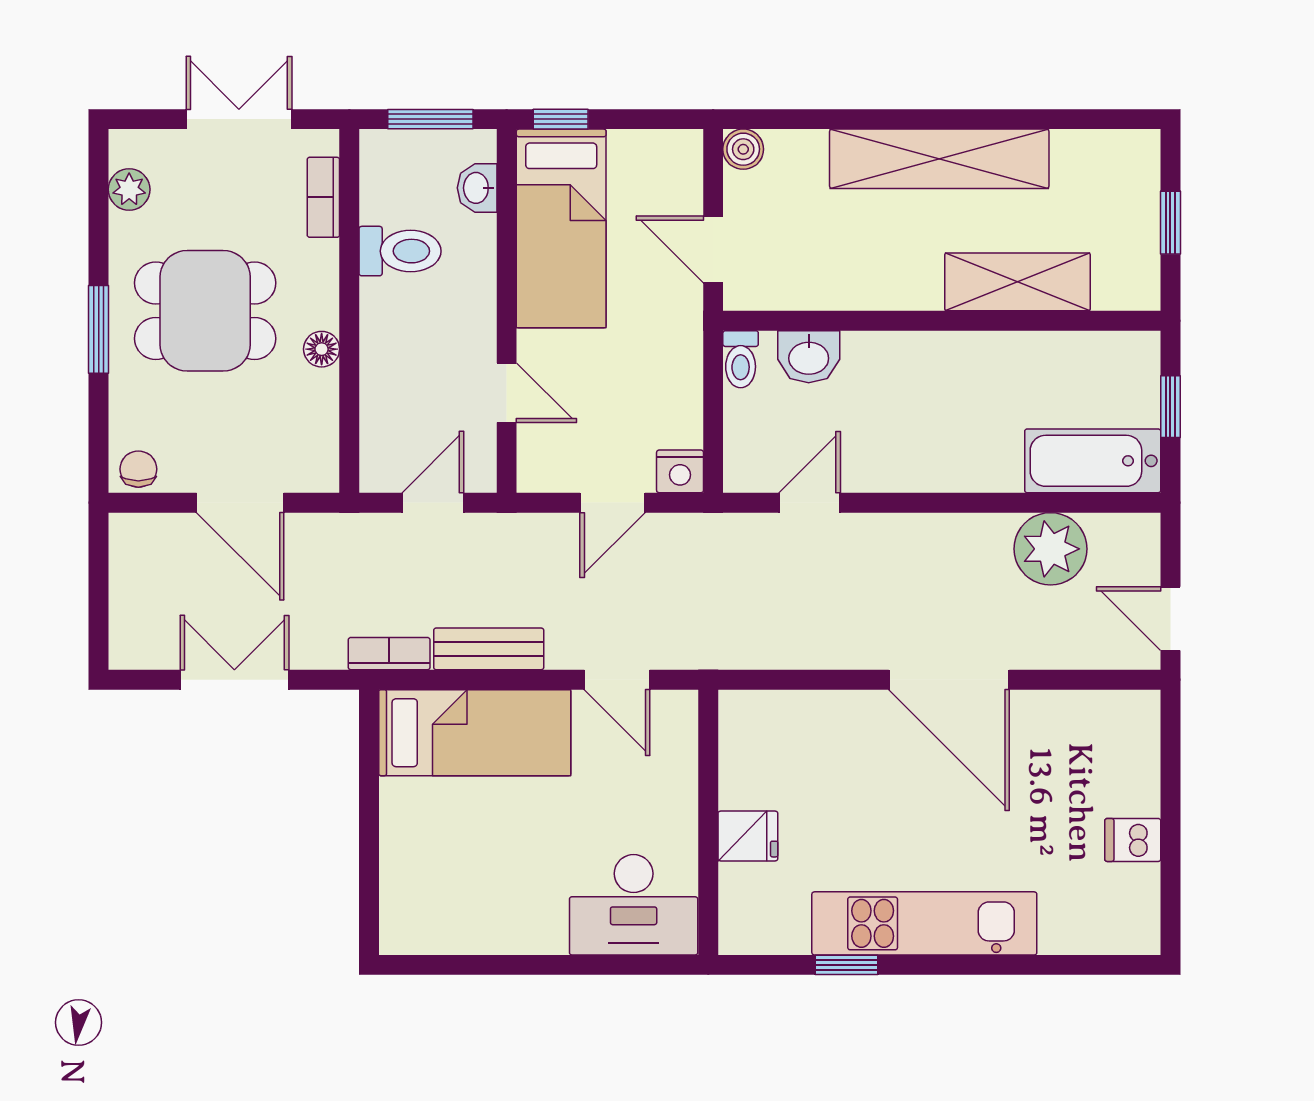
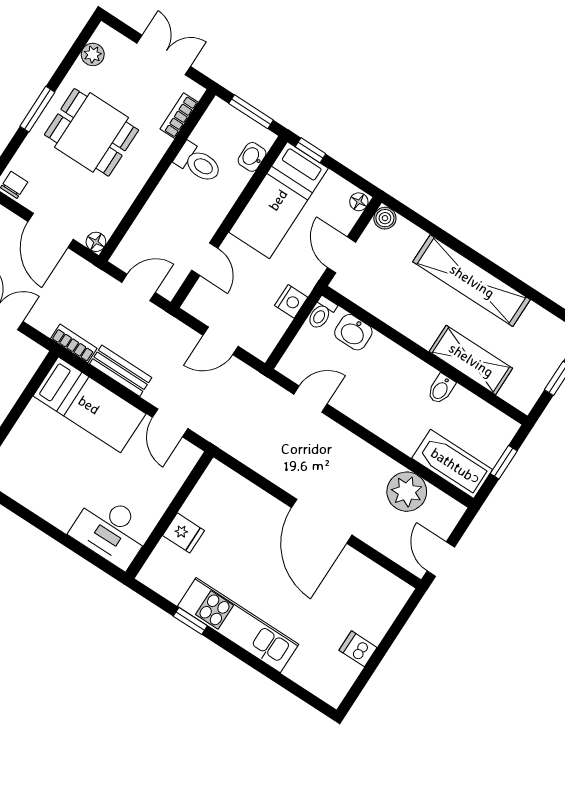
floor lamp: (687, 150) -> (359, 202), added
floor lamp: (322, 349) -> (96, 242), moved
bidet: (1001, 356) -> (441, 389), added
nightstand: (680, 471) -> (291, 301), moved, turned -90

